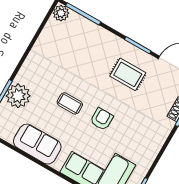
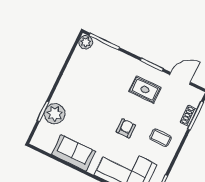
coffee table: (70, 103) -> (160, 138), moved

